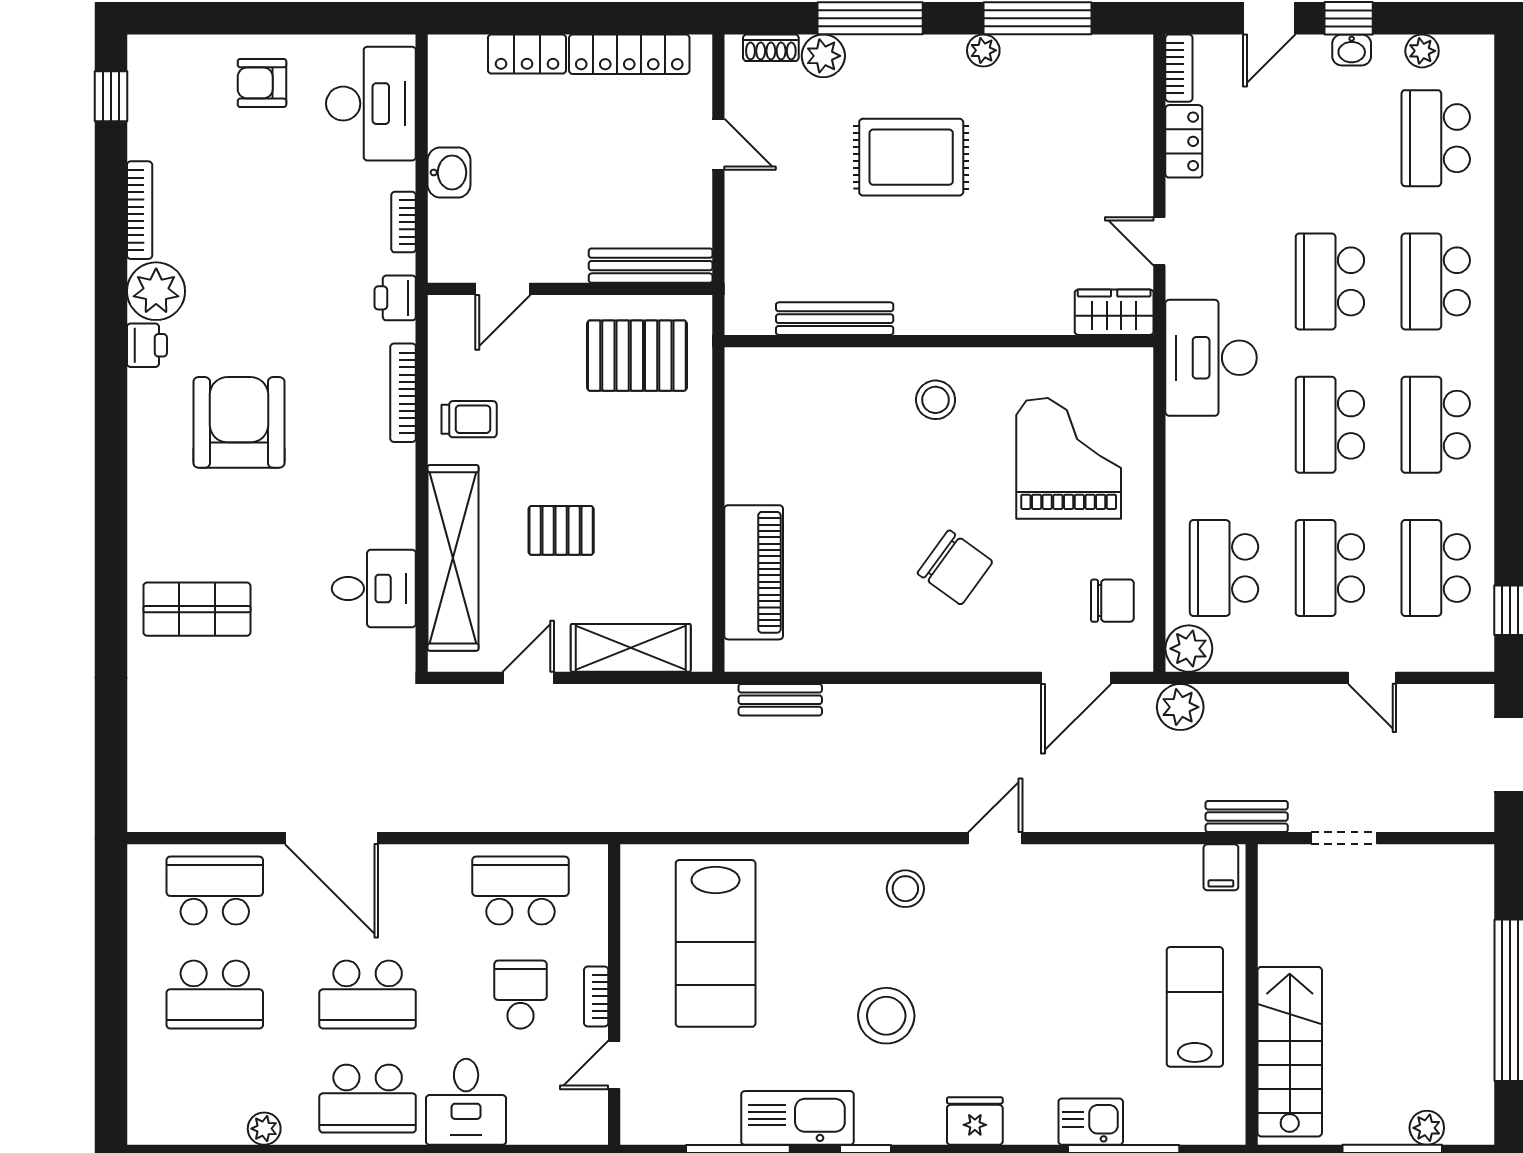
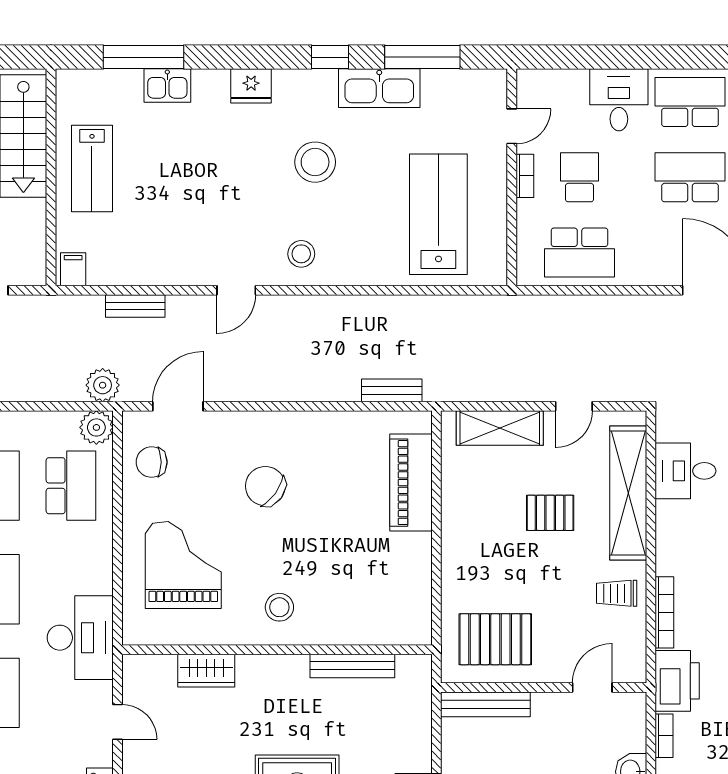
printer: (395, 298) -> (677, 681), width x1.87, depth x1.48
wardrobe: (1114, 312) -> (206, 671), moved
grand piano: (1069, 458) -> (183, 565), turned 180
bench: (1247, 817) -> (135, 306), moved
school desk: (520, 995) -> (580, 177), turned 180

